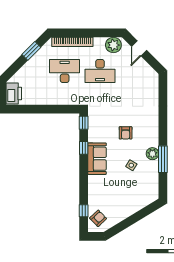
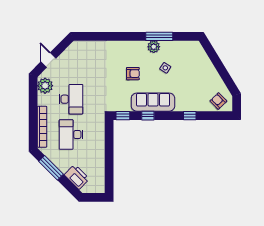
door: (139, 48) -> (48, 60), swing flipped
window: (31, 51) -> (51, 168), width x1.44
printer: (14, 94) -> (77, 177), moved, turned 45
sofa: (97, 159) -> (153, 102), width x1.36
window: (84, 211) -> (190, 116), moved

